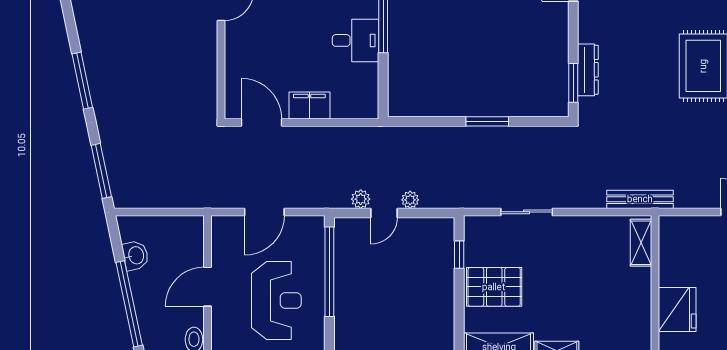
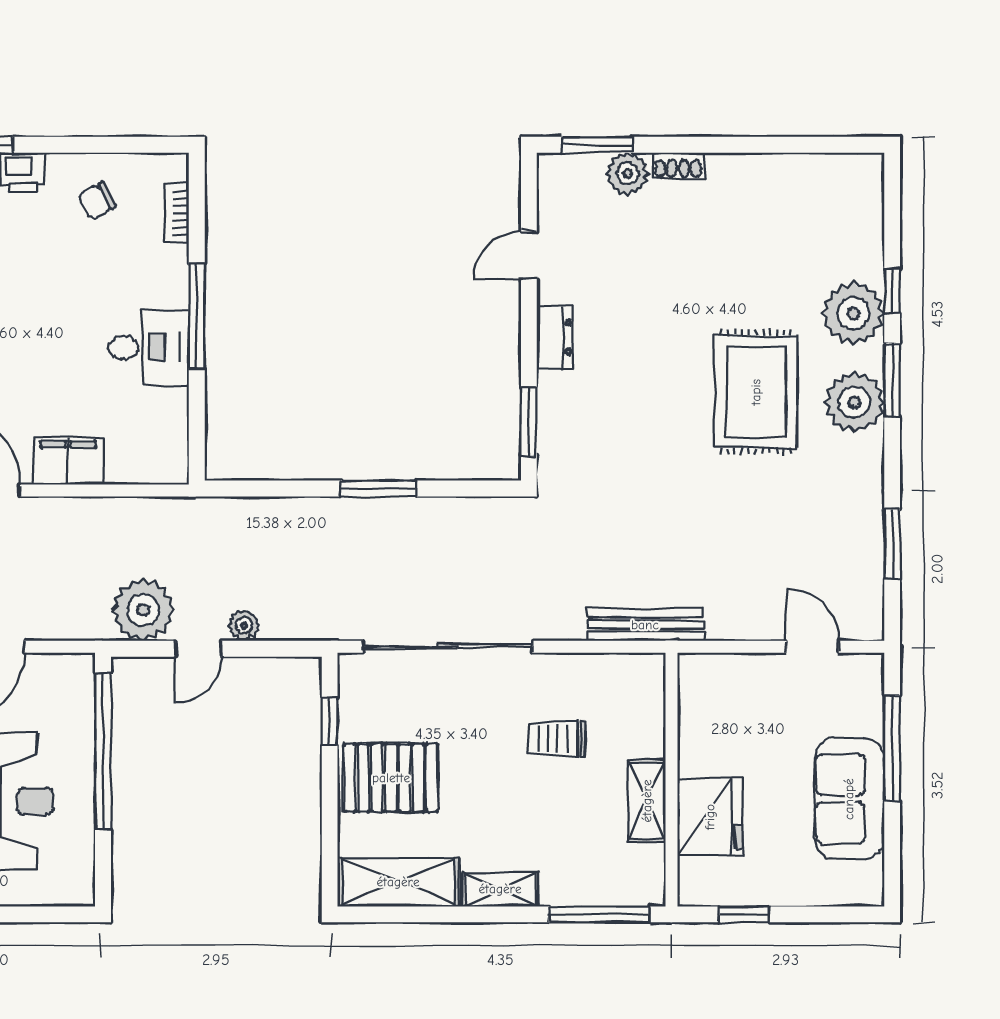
dresser: (588, 70) -> (554, 337), moved, width x0.70
plant: (361, 199) -> (143, 610), width x1.88, depth x1.88
sliding door: (527, 212) -> (447, 647), width x1.86
shelving: (641, 243) -> (647, 801), moved
trolley: (589, 265) -> (557, 739), added

